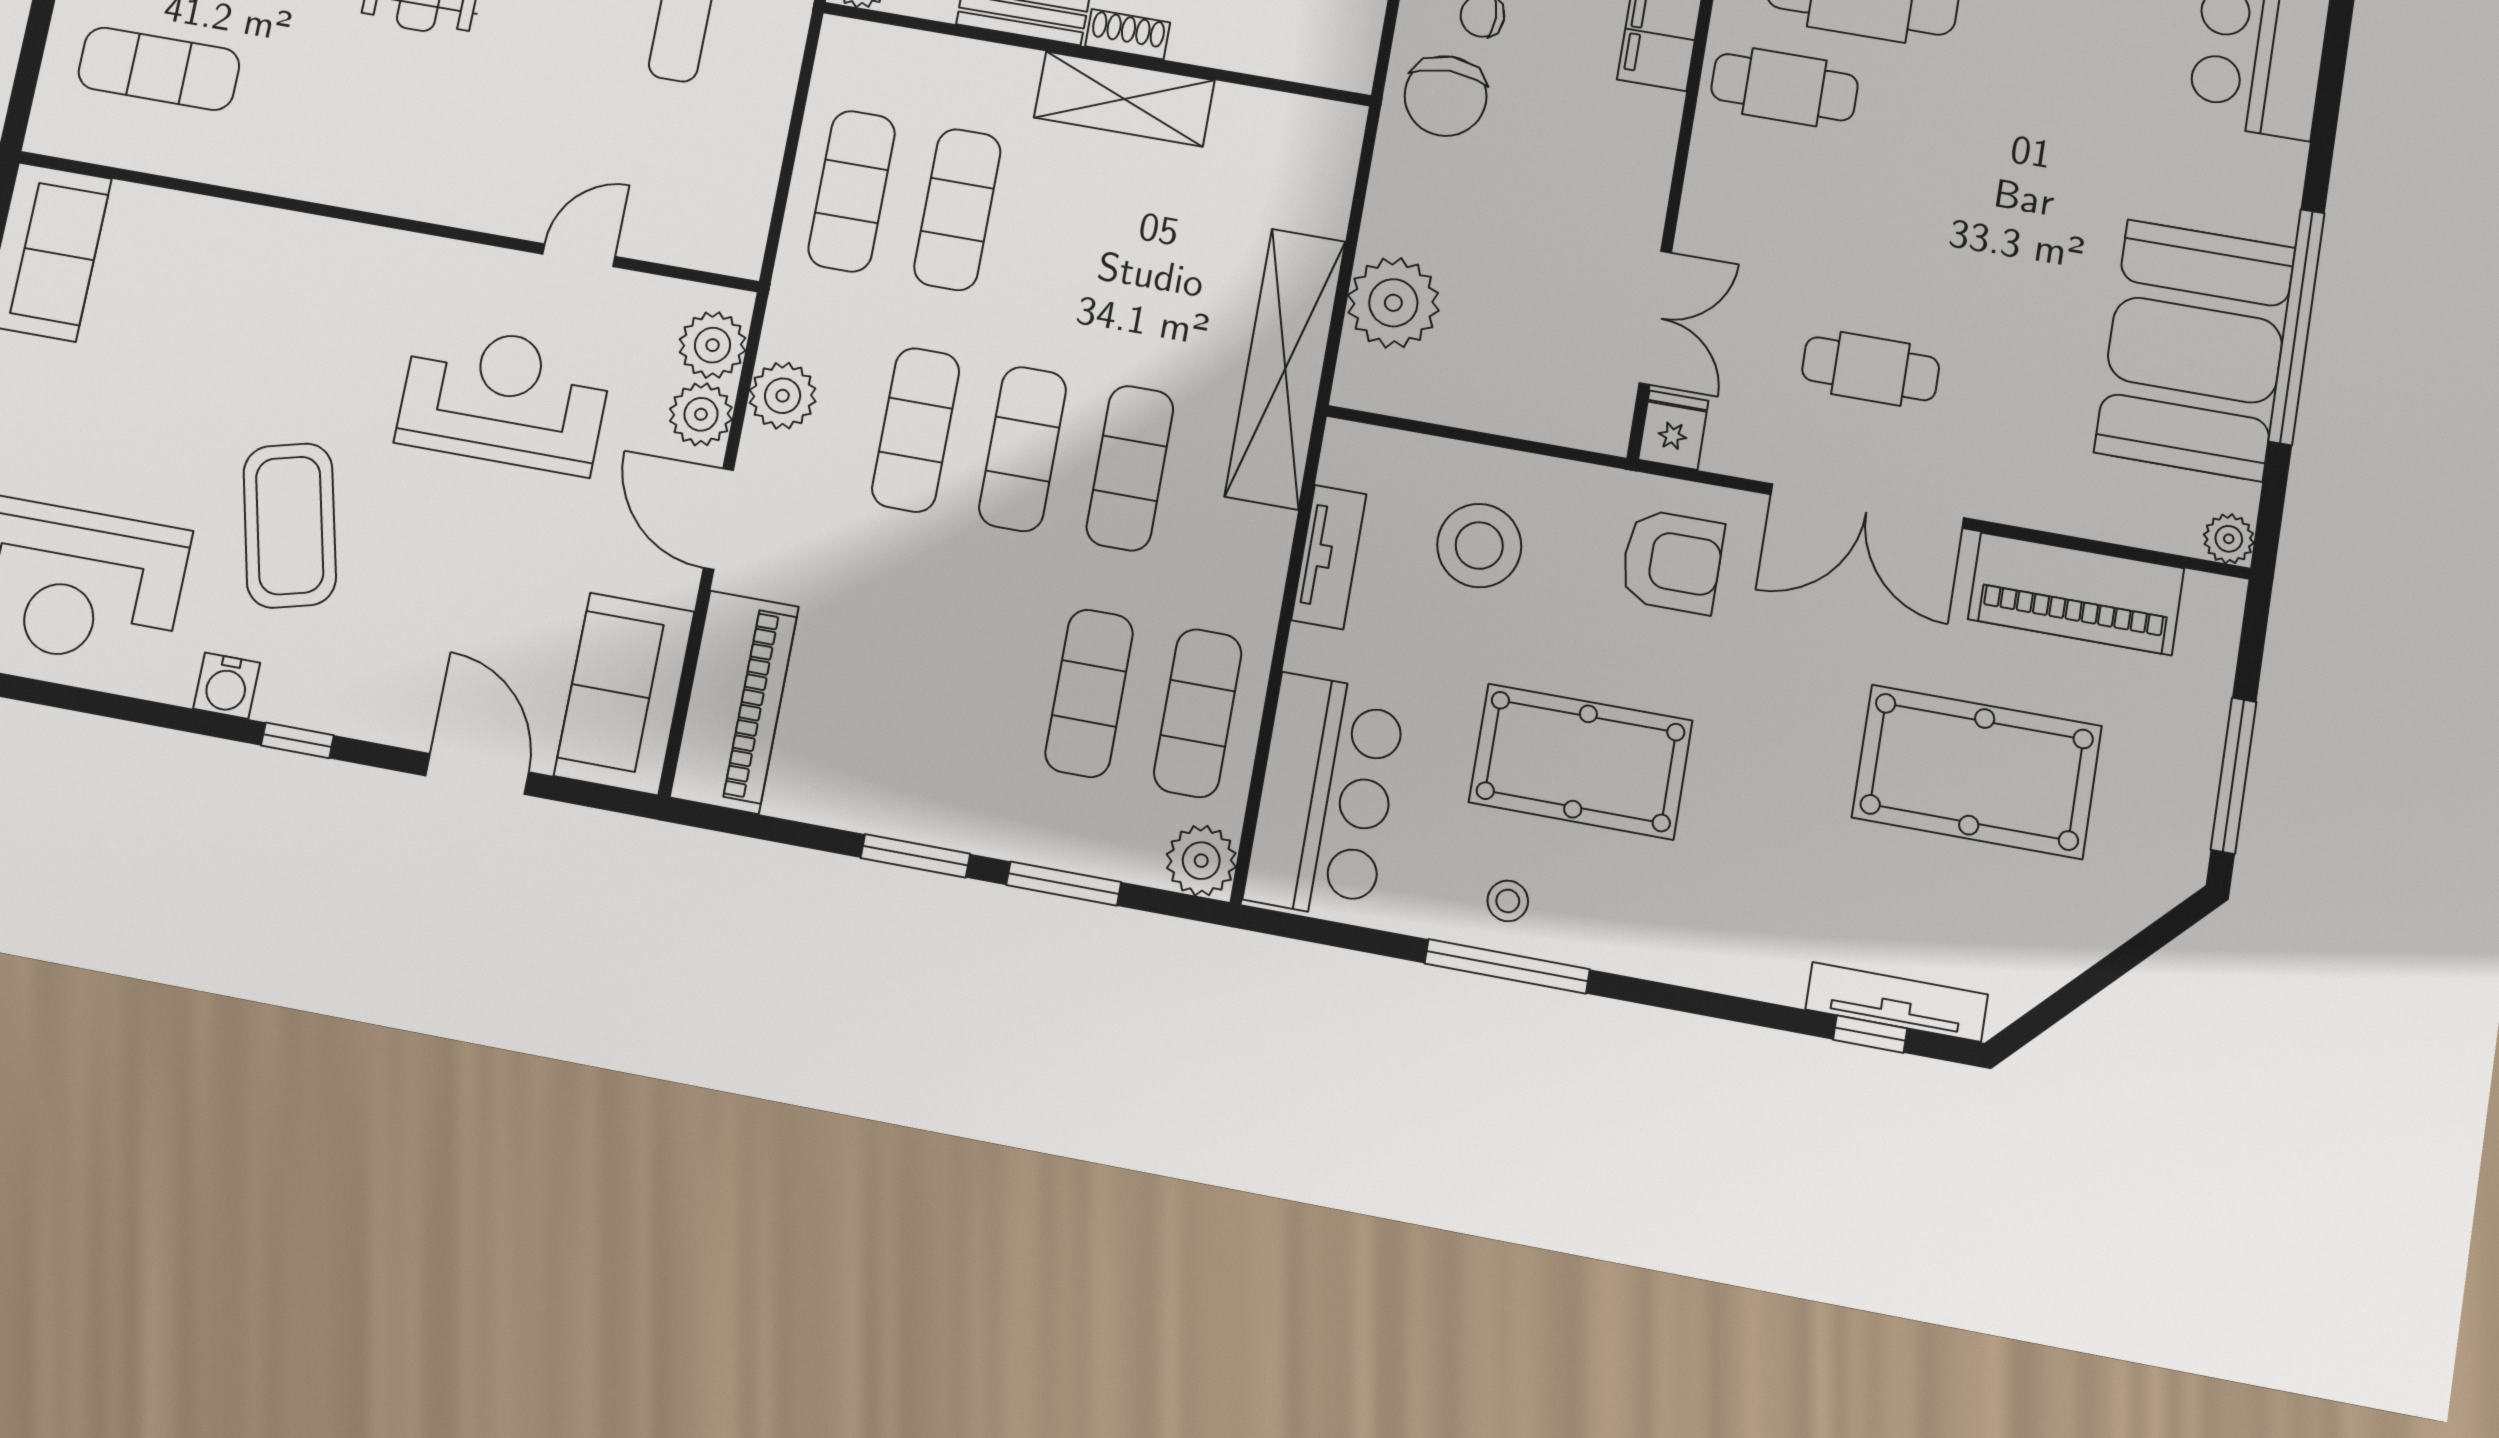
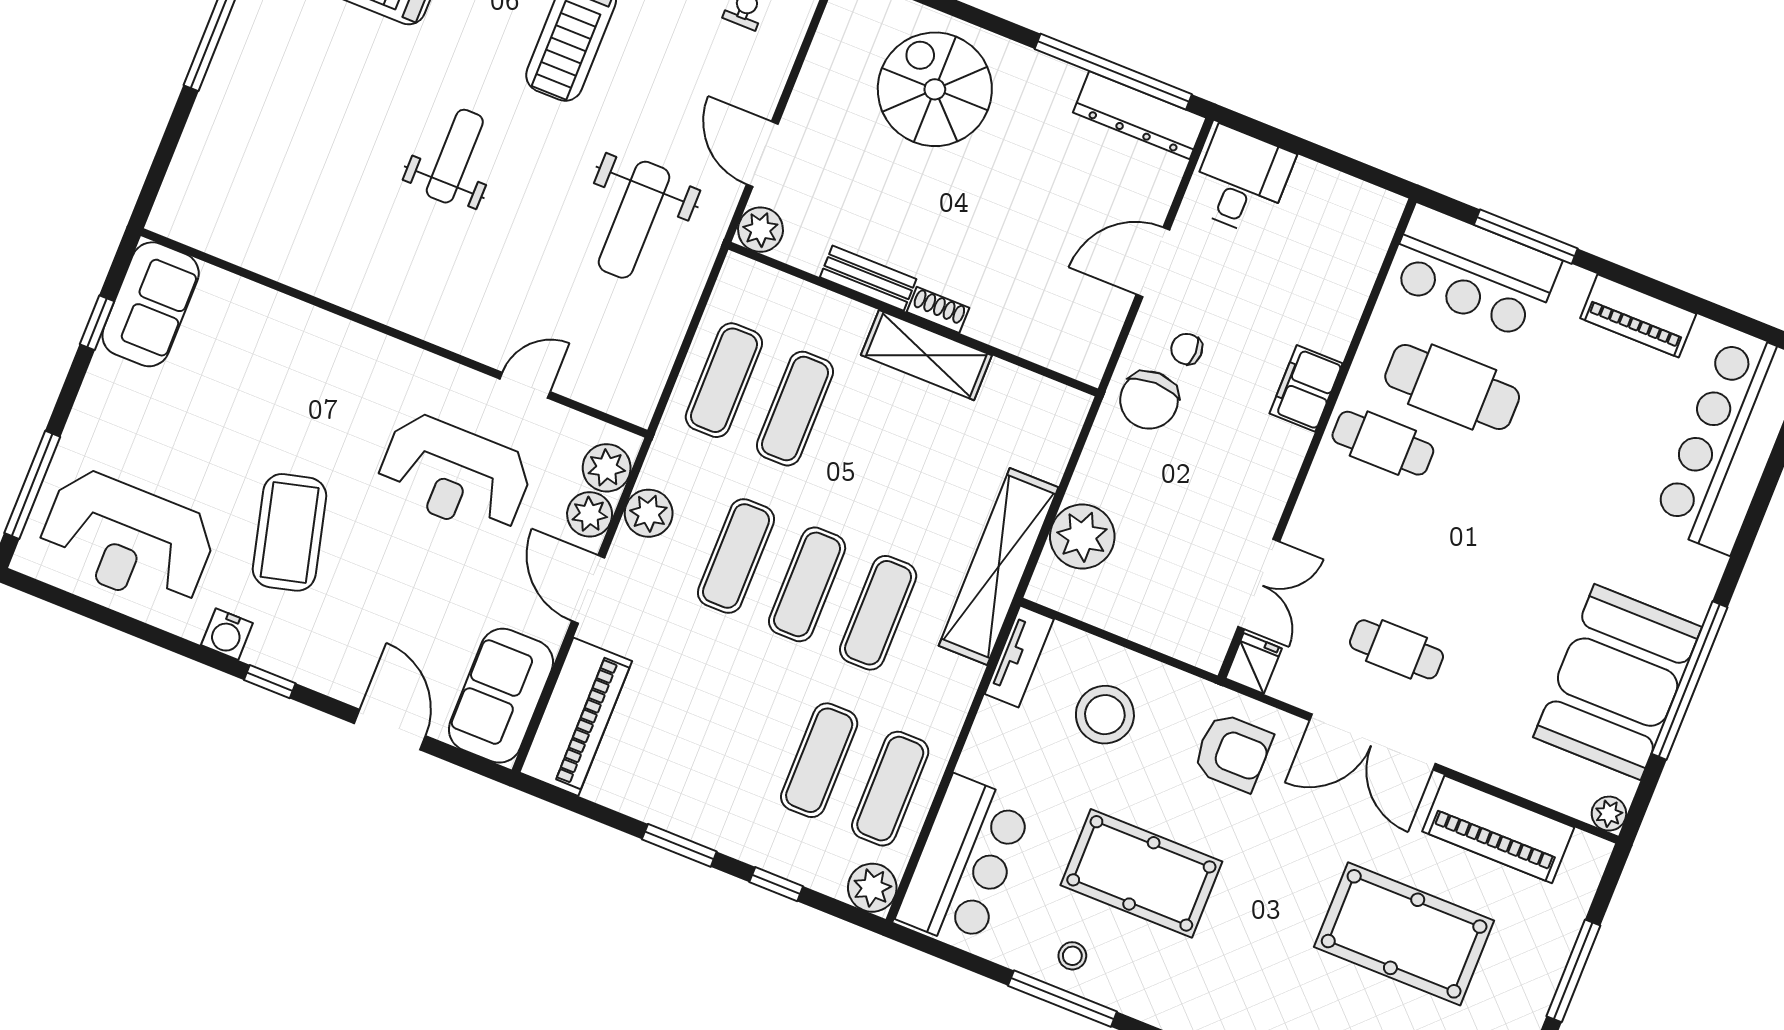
exercise mat: (159, 69) -> (251, 190), removed
reception desk: (504, 398) -> (455, 475), turned 180
tv unit: (1329, 557) -> (1019, 656), moved
window: (1064, 884) -> (776, 884), width x0.67

